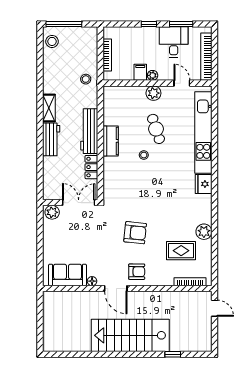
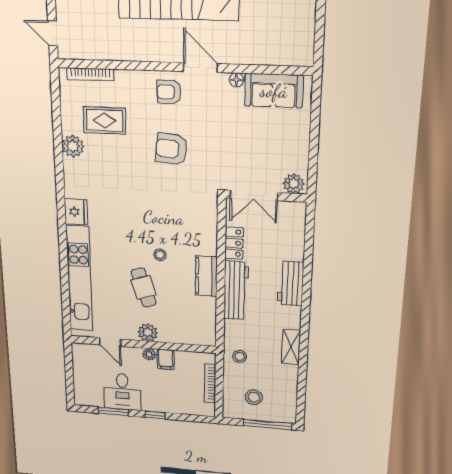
stool: (52, 41) -> (254, 397), moved
bookcase: (206, 57) -> (79, 371), removed
shelving: (49, 108) -> (291, 347), moved

